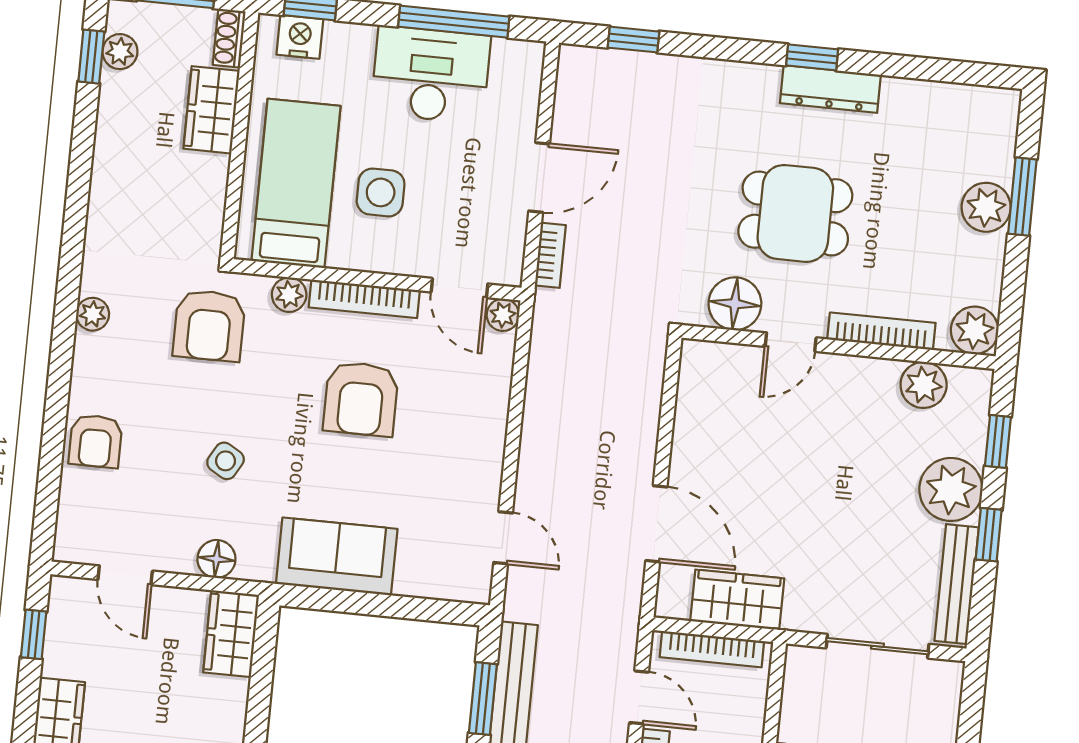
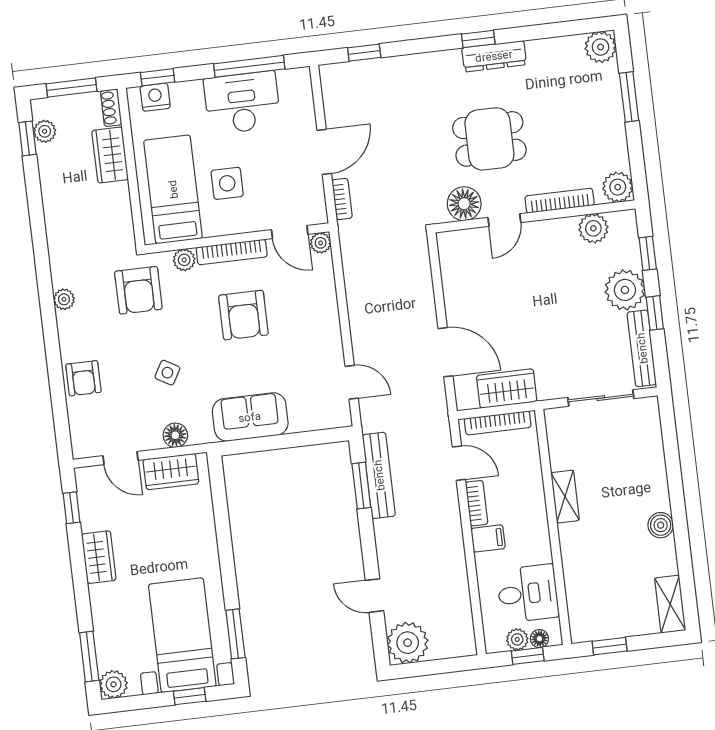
plant: (986, 207) -> (601, 47), moved
wardrobe: (231, 634) -> (171, 472), moved, turned -90

